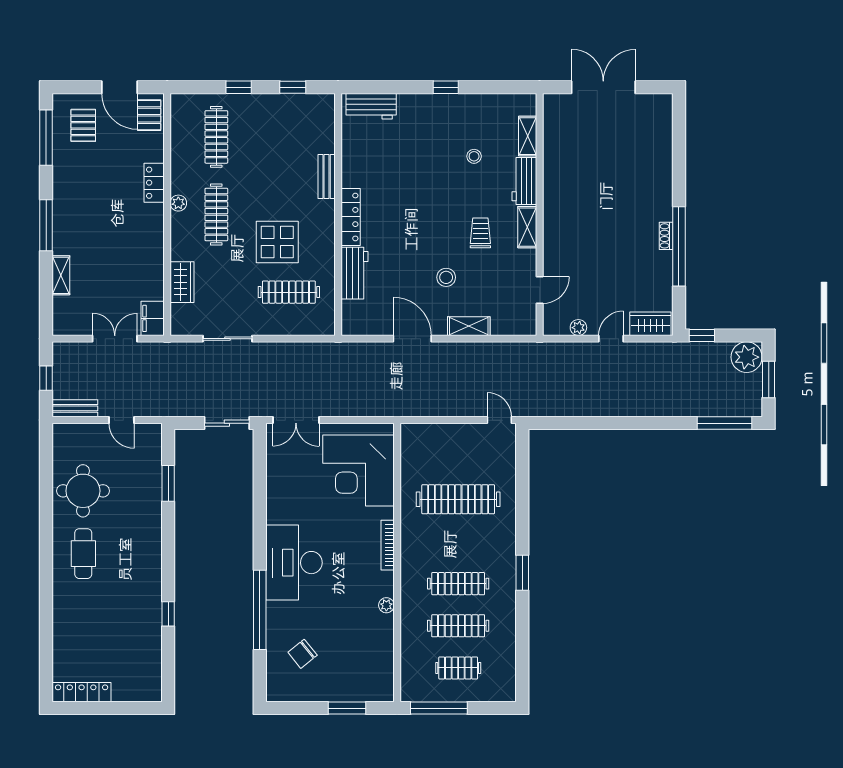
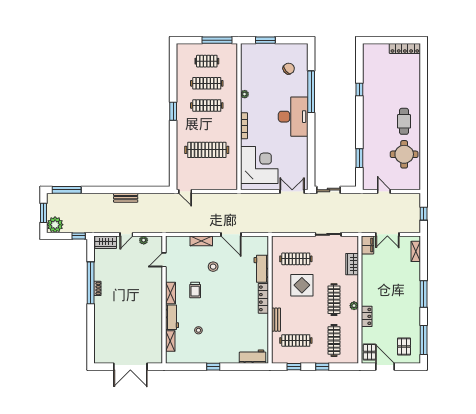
clothes rail: (289, 137) -> (296, 340), added
shelving: (61, 275) -> (416, 251), moved
bench: (75, 408) -> (126, 198), moved

